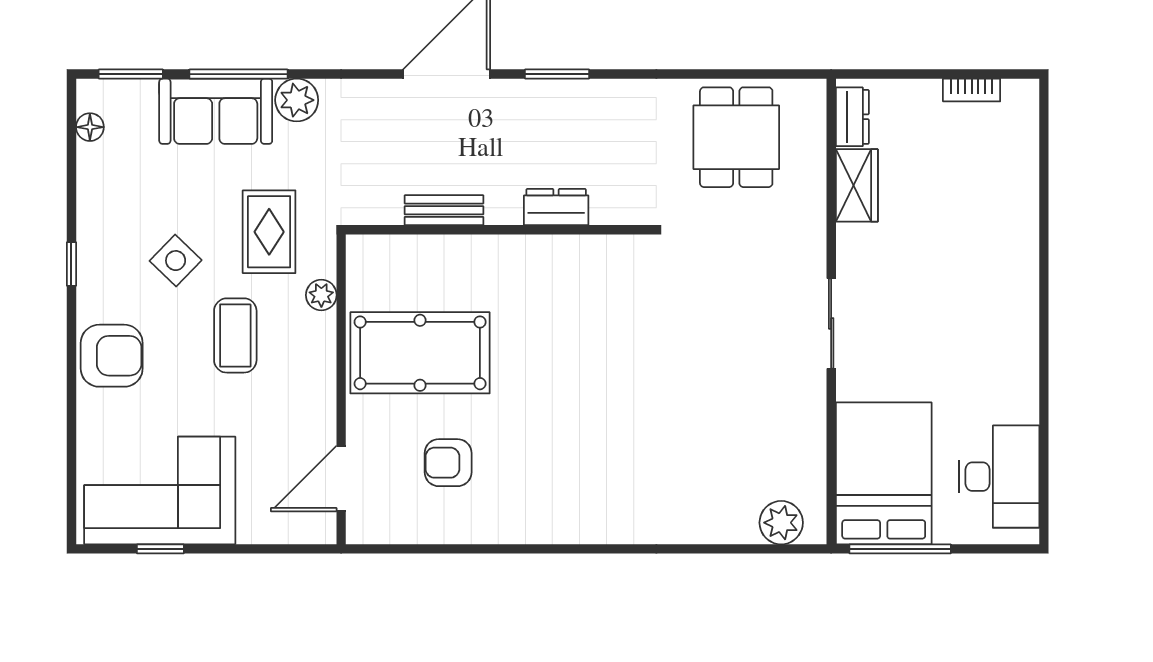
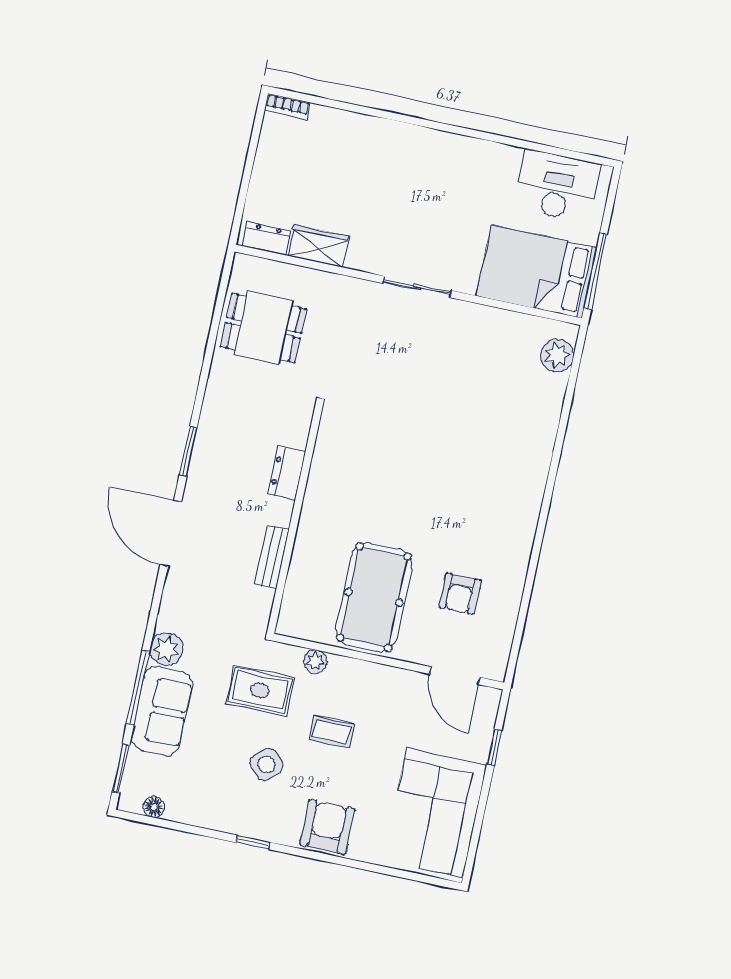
bookcase: (972, 90) -> (287, 106), moved, turned 90
coffee table: (235, 335) -> (332, 732), width x0.73, depth x0.77
window: (160, 549) -> (494, 747), moved

